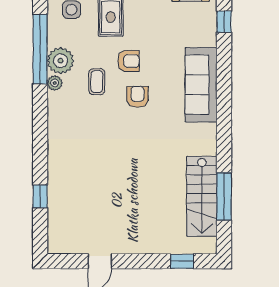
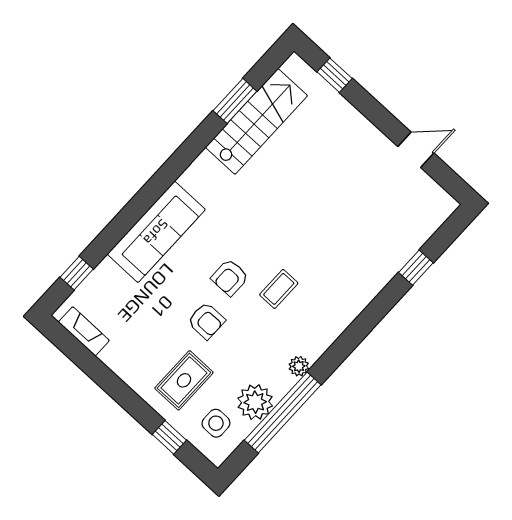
plant: (61, 61) -> (255, 402), moved
armchair: (129, 61) -> (206, 321), turned 180
coffee table: (97, 82) -> (279, 289), moved
window: (224, 197) -> (235, 101), width x0.69

